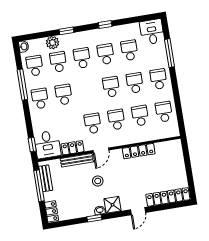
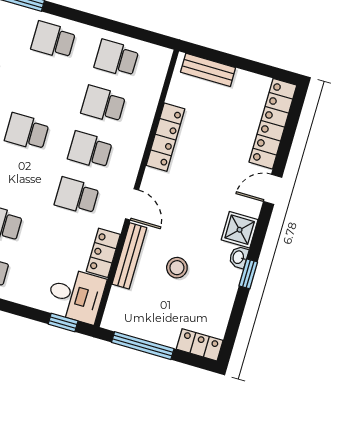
school desk: (135, 83) -> (40, 86), removed
bench: (46, 178) -> (208, 70), moved
stool: (98, 181) -> (177, 268), moved
door: (138, 211) -> (273, 189), swing flipped

